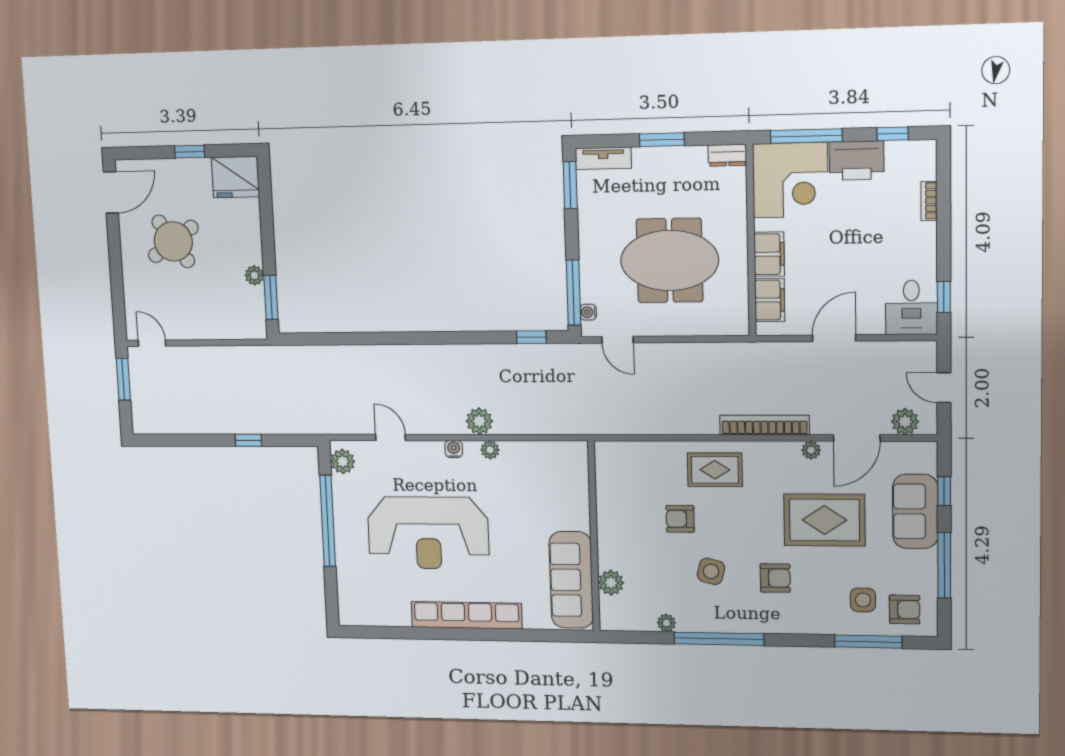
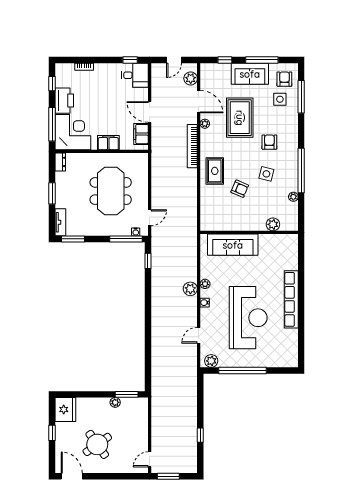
filing cabinet: (770, 300) -> (141, 134), moved, turned -90
window: (248, 440) -> (200, 435), moved
sofa: (915, 511) -> (250, 74), moved
armchair: (680, 519) -> (240, 189), turned -67
sofa: (571, 580) -> (233, 245), moved

